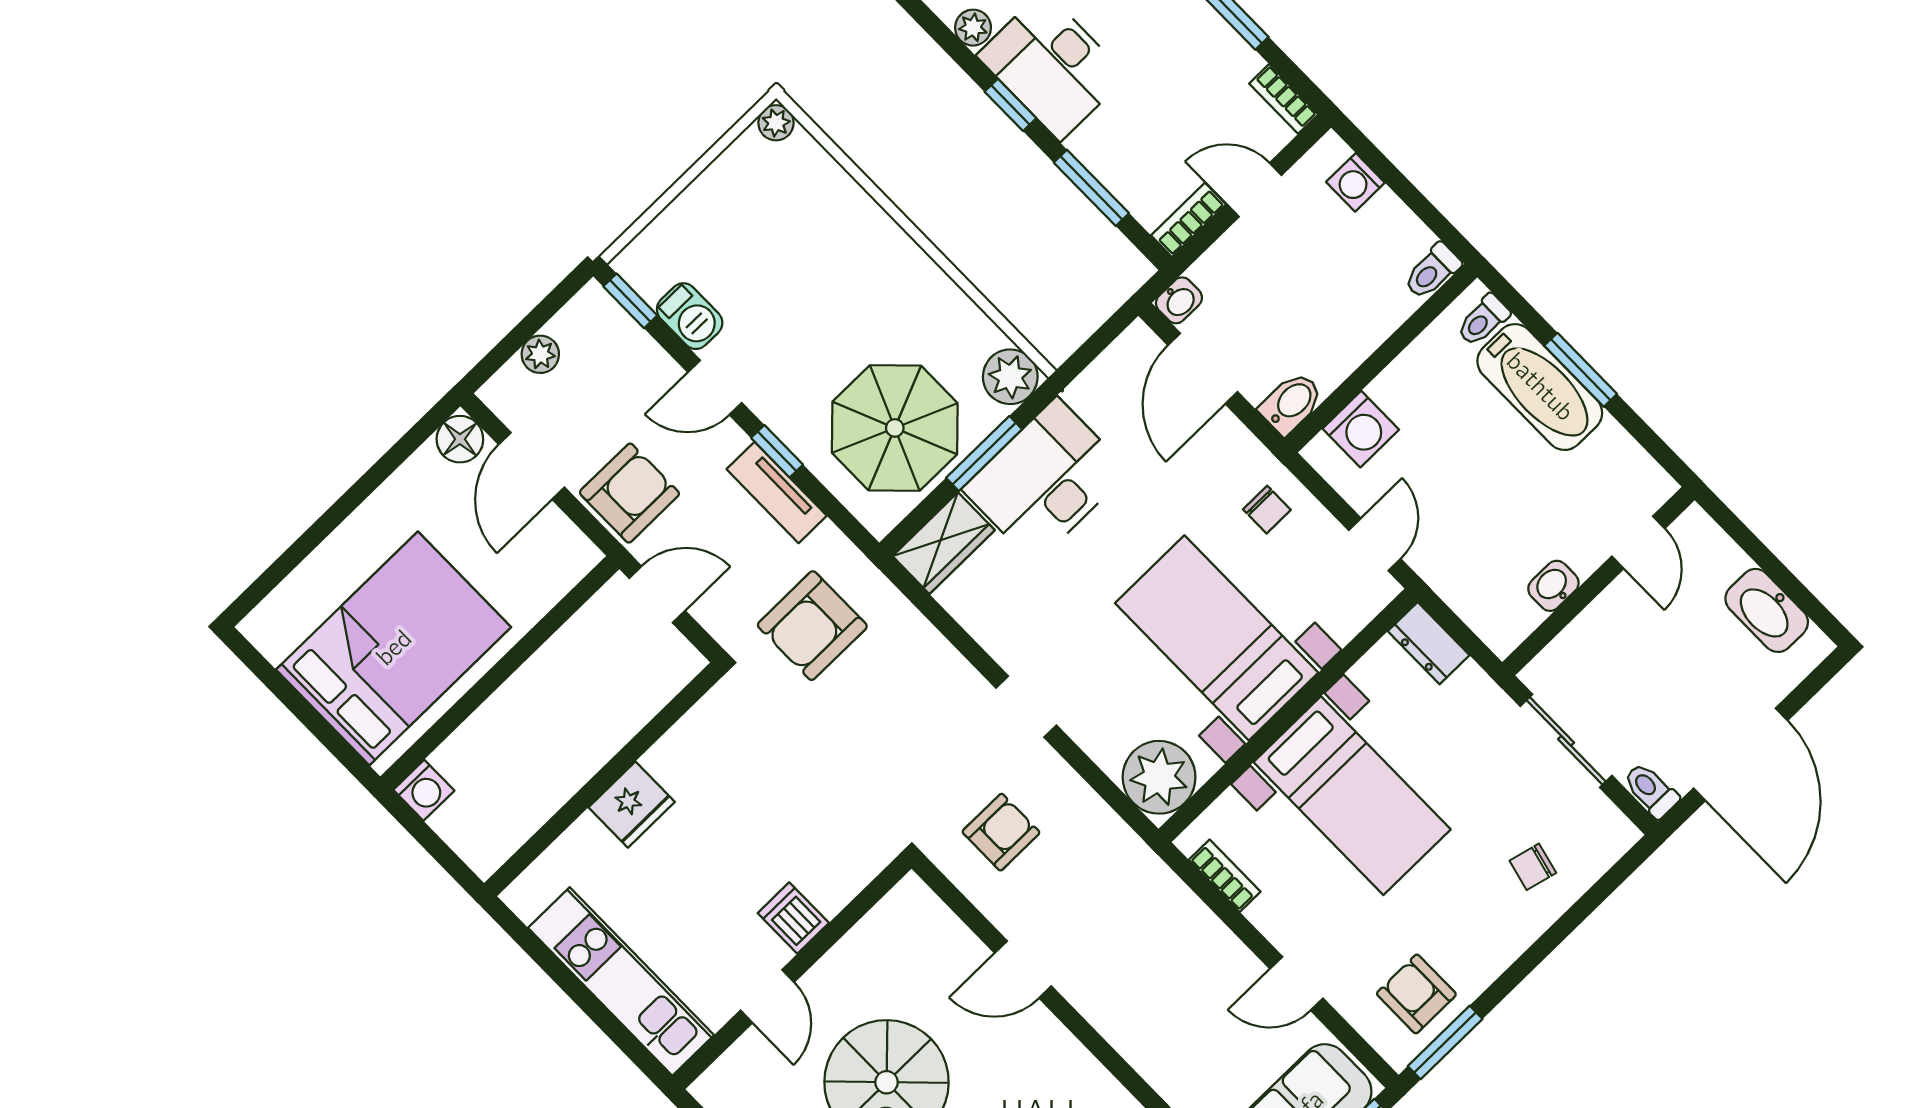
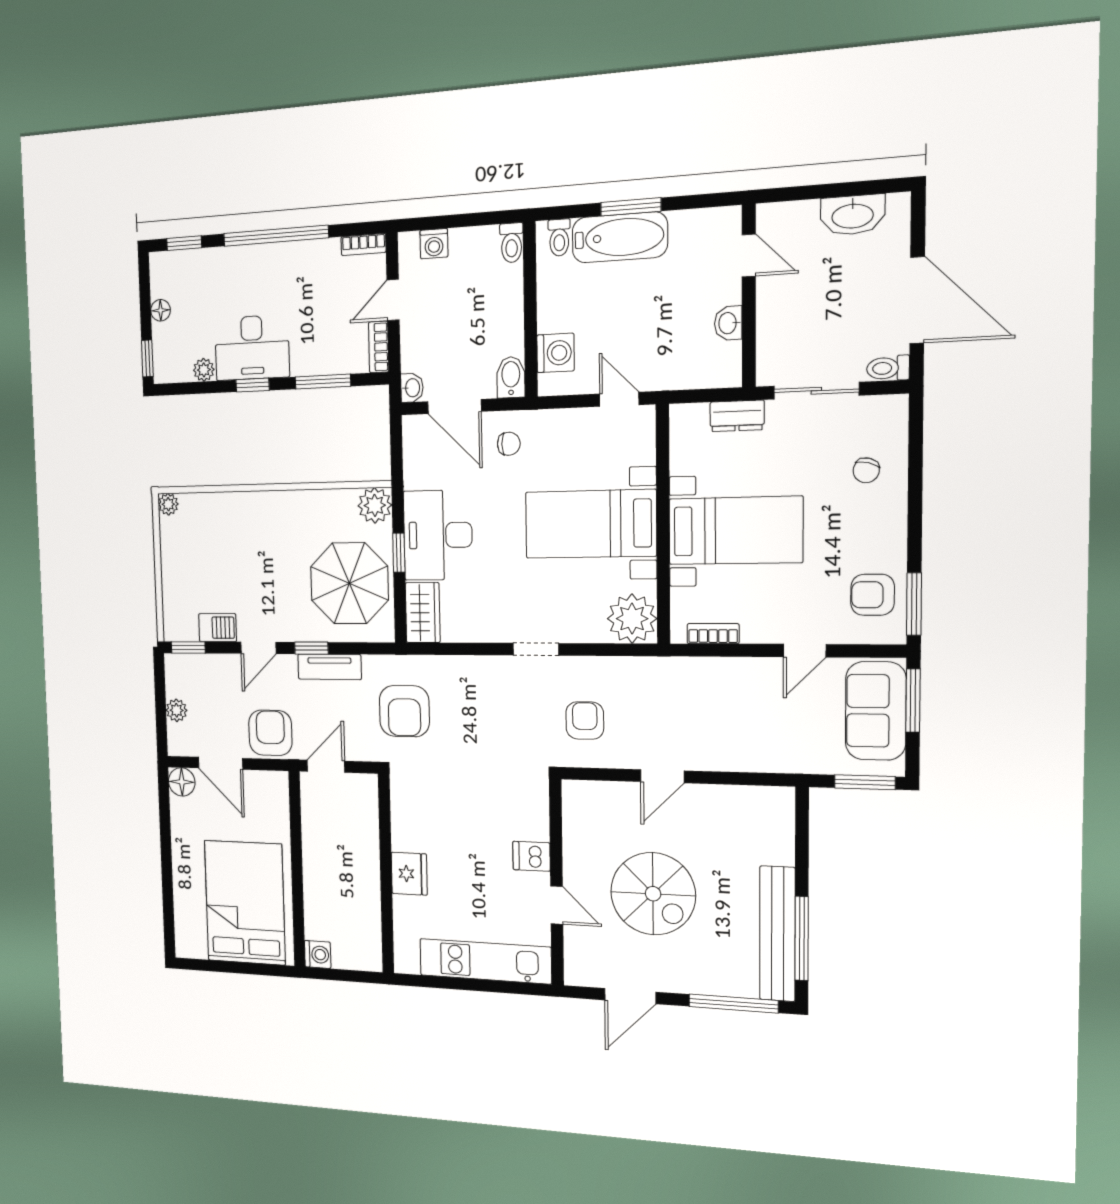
window: (984, 454) -> (399, 553), width x0.67
chair: (1267, 510) -> (509, 444), moved
dresser: (1429, 643) -> (737, 416), moved

